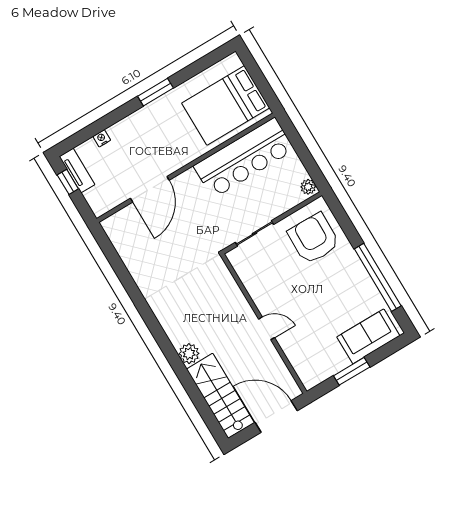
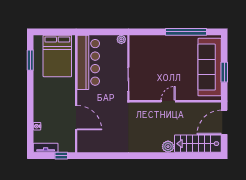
window: (156, 92) -> (30, 60), moved
window: (68, 182) -> (61, 156), moved
armchair: (314, 239) -> (148, 52), removed
door: (267, 328) -> (168, 101), moved
sofa: (368, 336) -> (210, 67), width x1.85, depth x1.27

